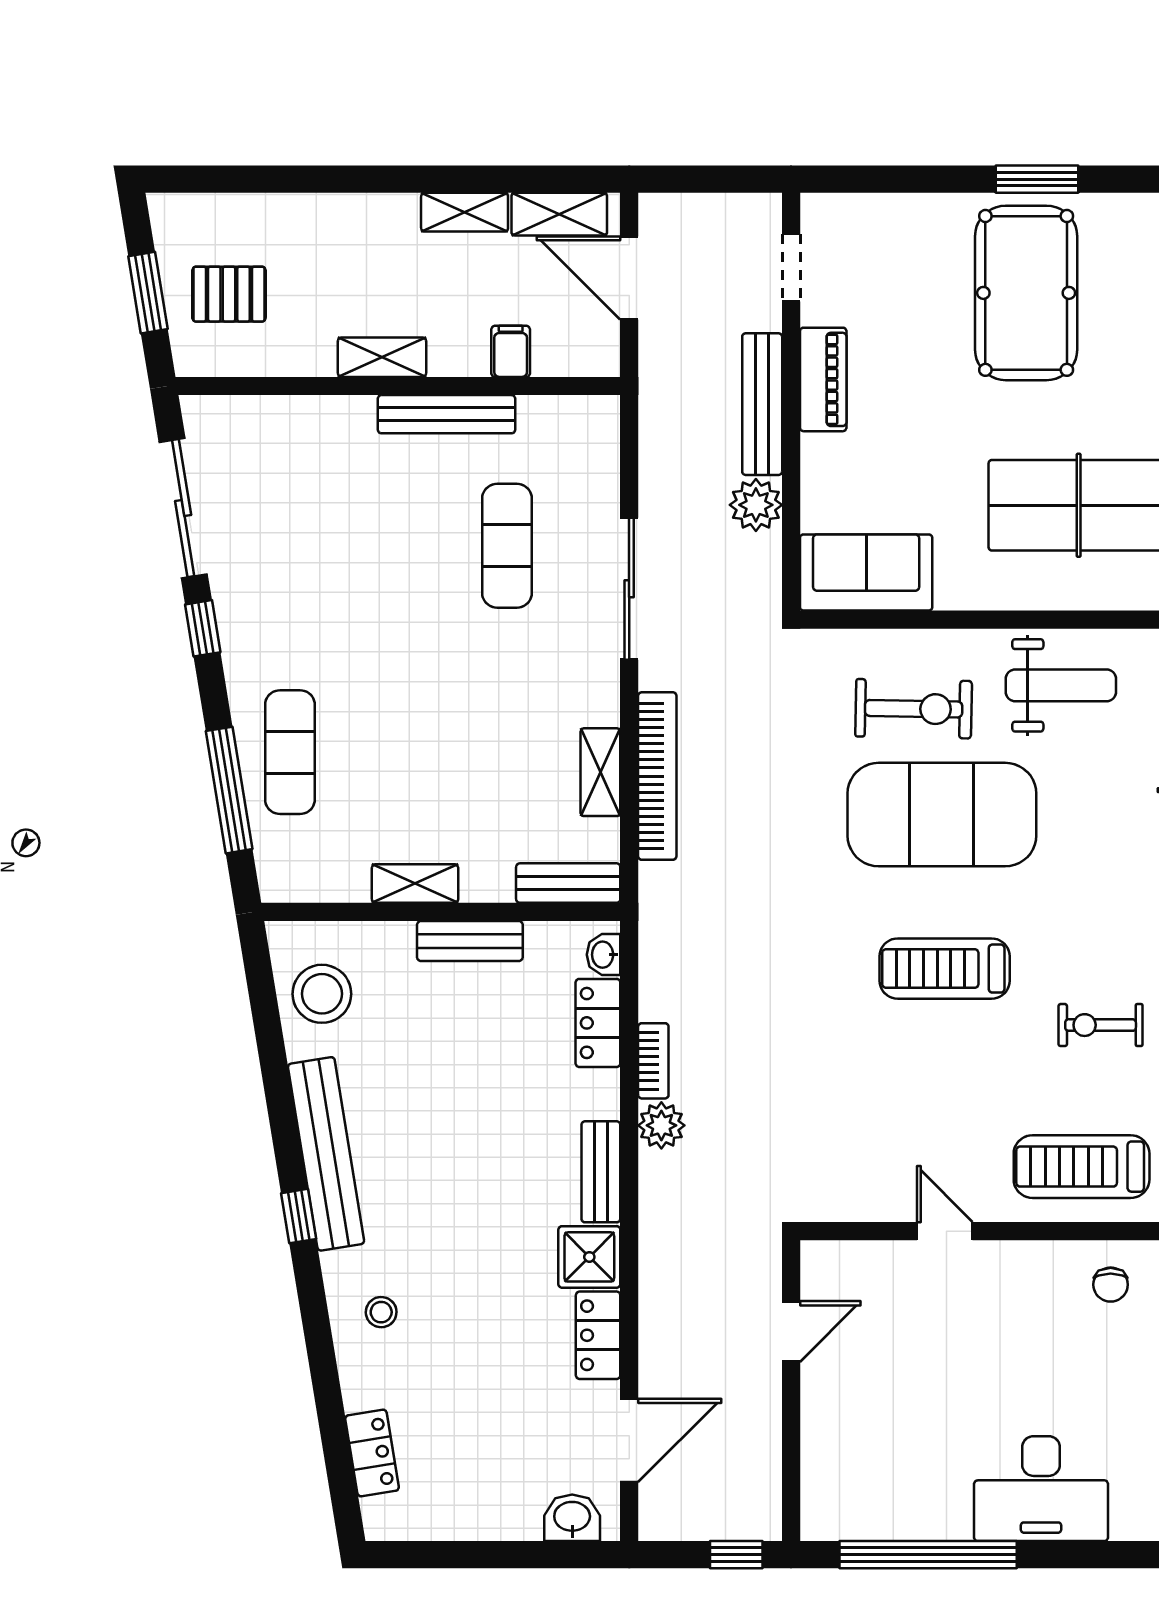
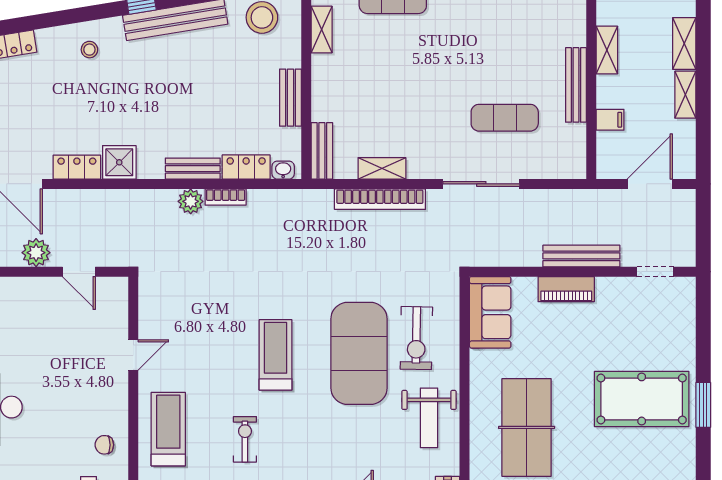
shelving: (559, 214) -> (684, 43), moved
piano: (823, 379) -> (566, 289), moved
plant: (756, 505) -> (36, 253), moved
shelving: (415, 884) -> (322, 30), moved
bench: (601, 1172) -> (193, 169), moved

